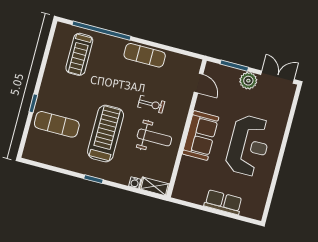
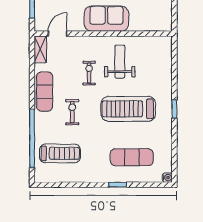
exercise bike: (117, 77) -> (72, 112), added
exercise mat: (57, 124) -> (132, 157), turned 90
water cooler: (135, 183) -> (167, 178), moved
shelving: (155, 186) -> (40, 49), moved

